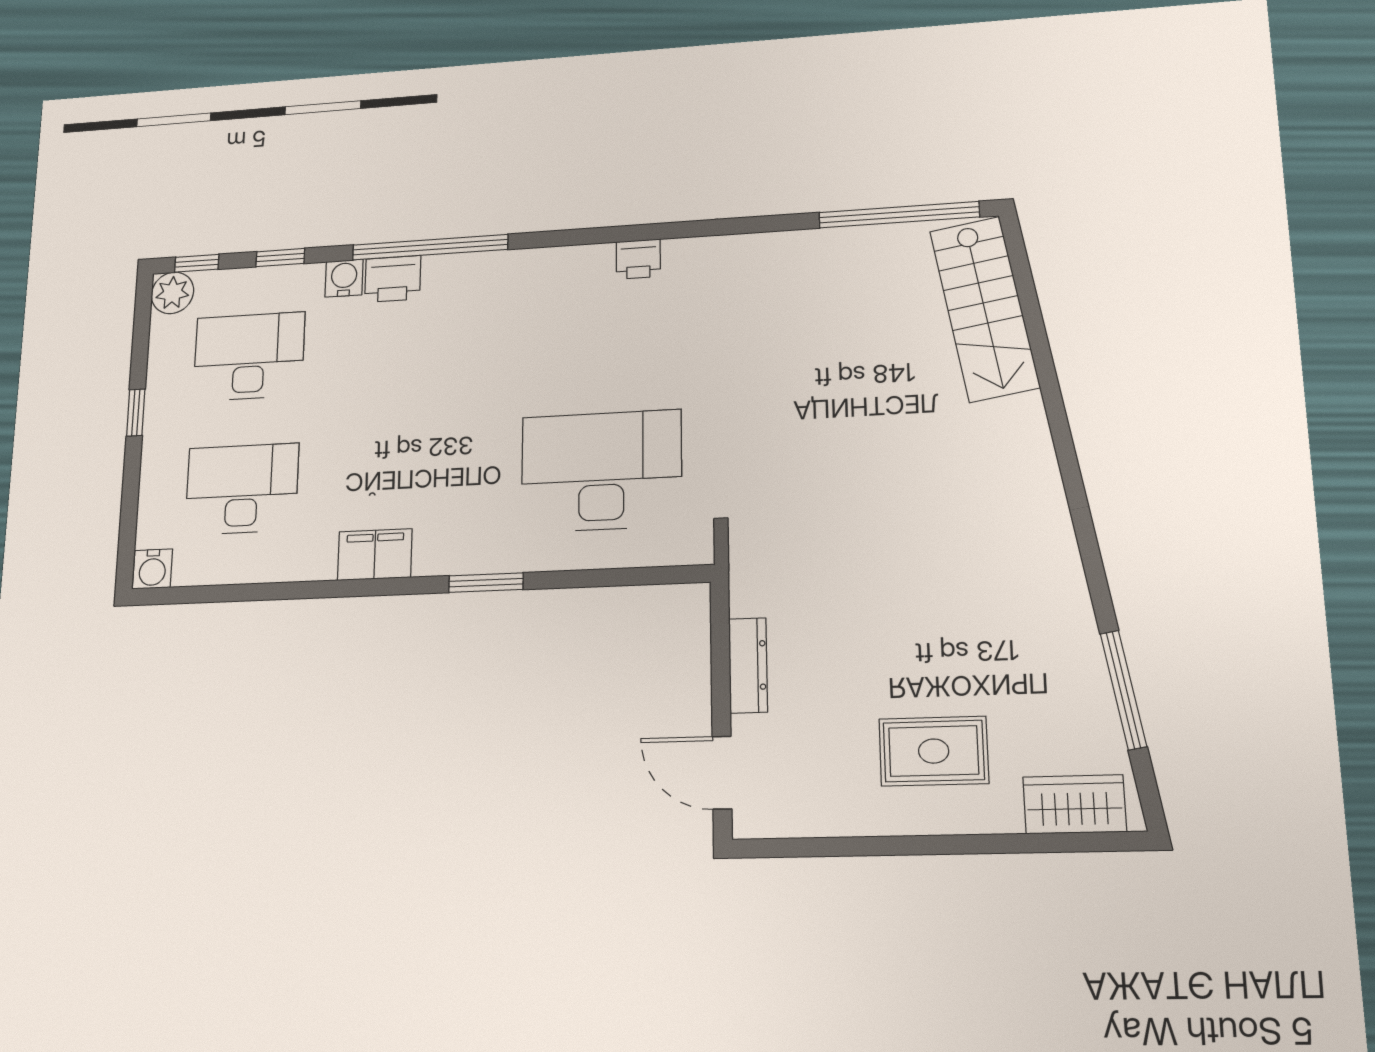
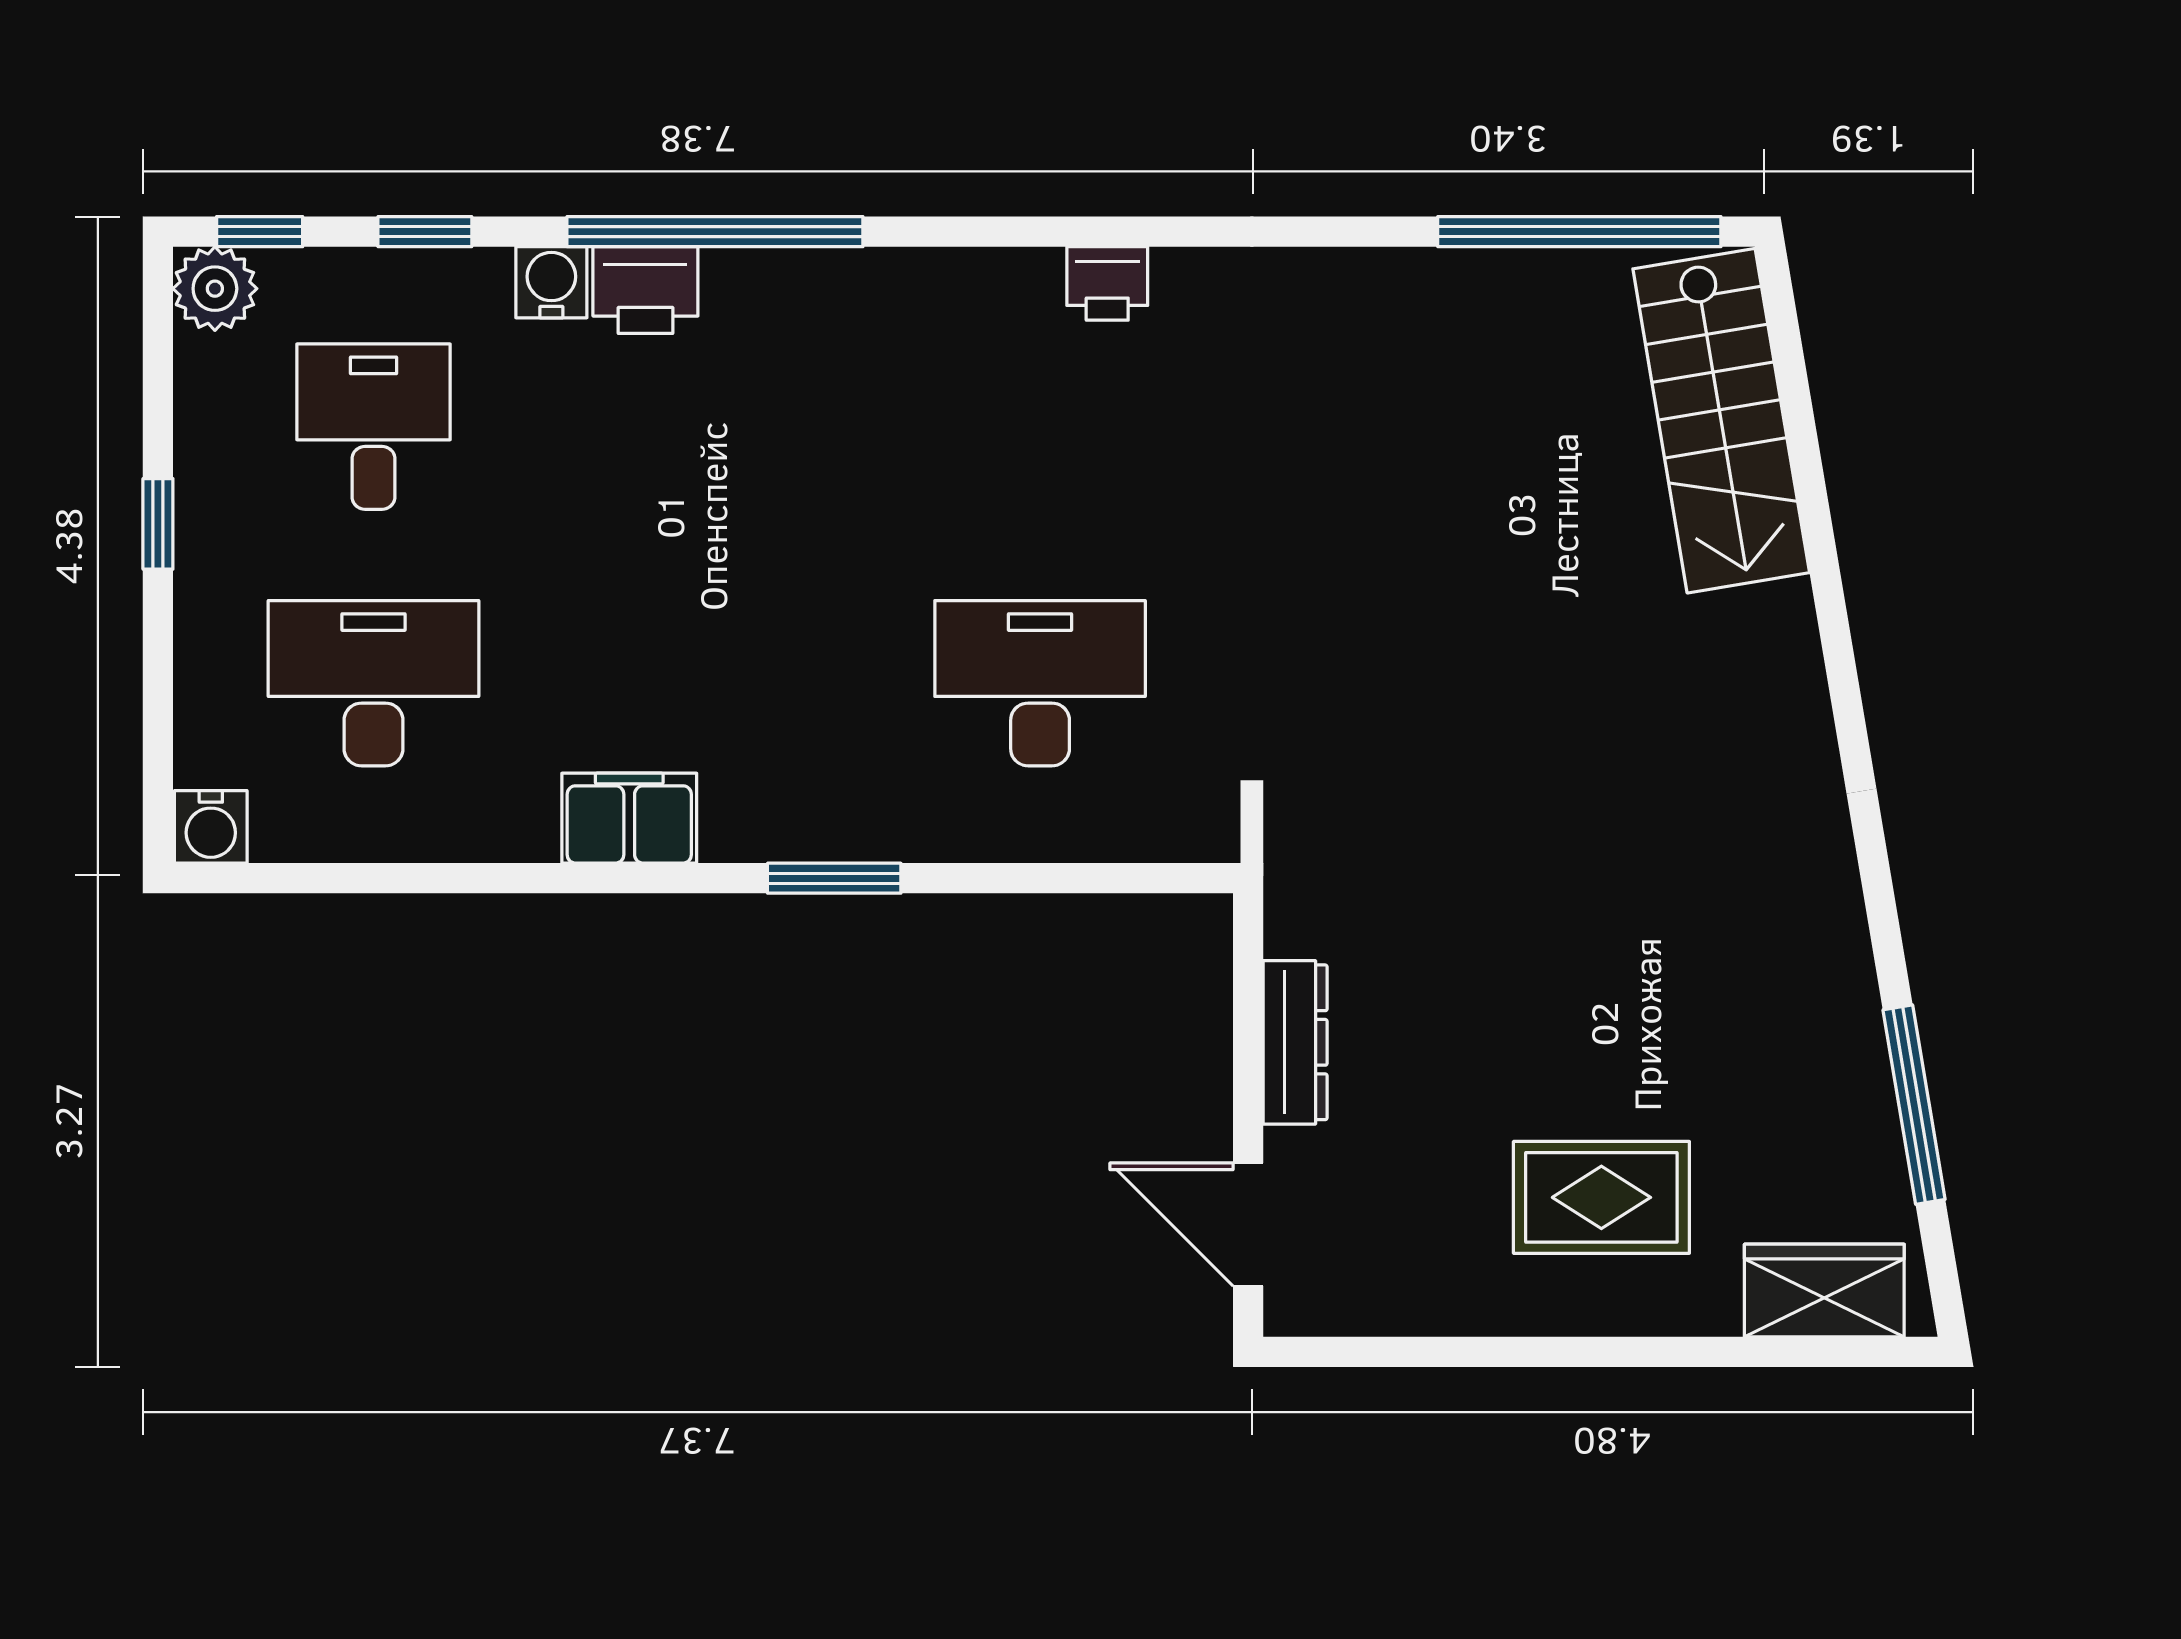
desk: (249, 357) -> (374, 427), width x0.73
desk: (601, 471) -> (1040, 683), width x0.73, depth x0.77

